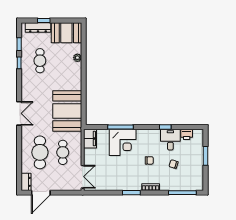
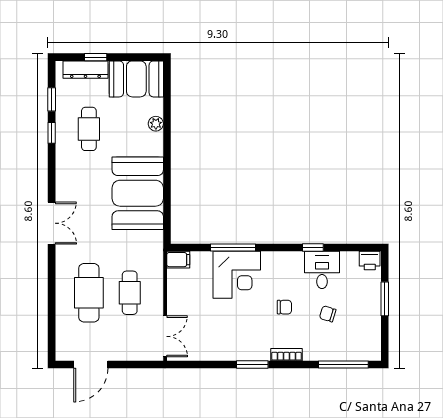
booth: (67, 111) -> (138, 193), moved
printer: (187, 134) -> (370, 260), moved
filing cabinet: (90, 139) -> (178, 260), width x0.50
dresser: (26, 182) -> (64, 345), removed

